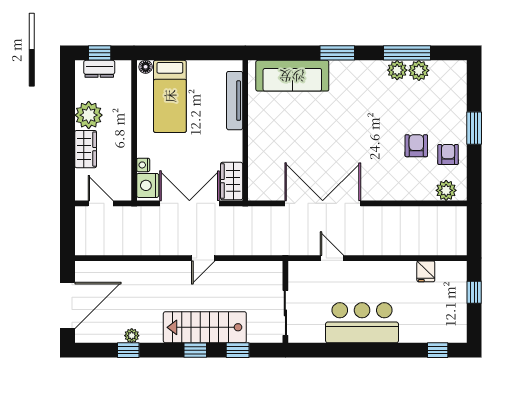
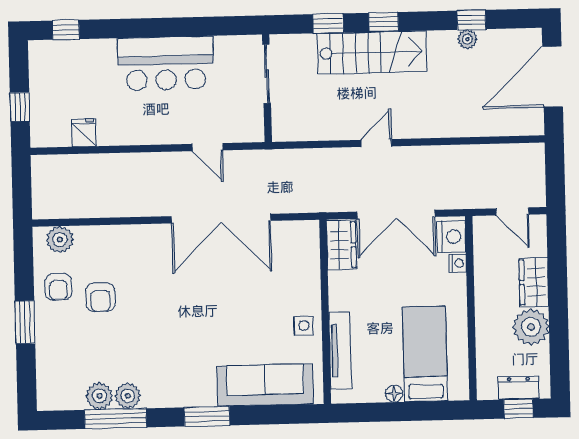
floor lamp: (146, 67) -> (394, 394), moved
side table: (262, 120) -> (304, 326), added

